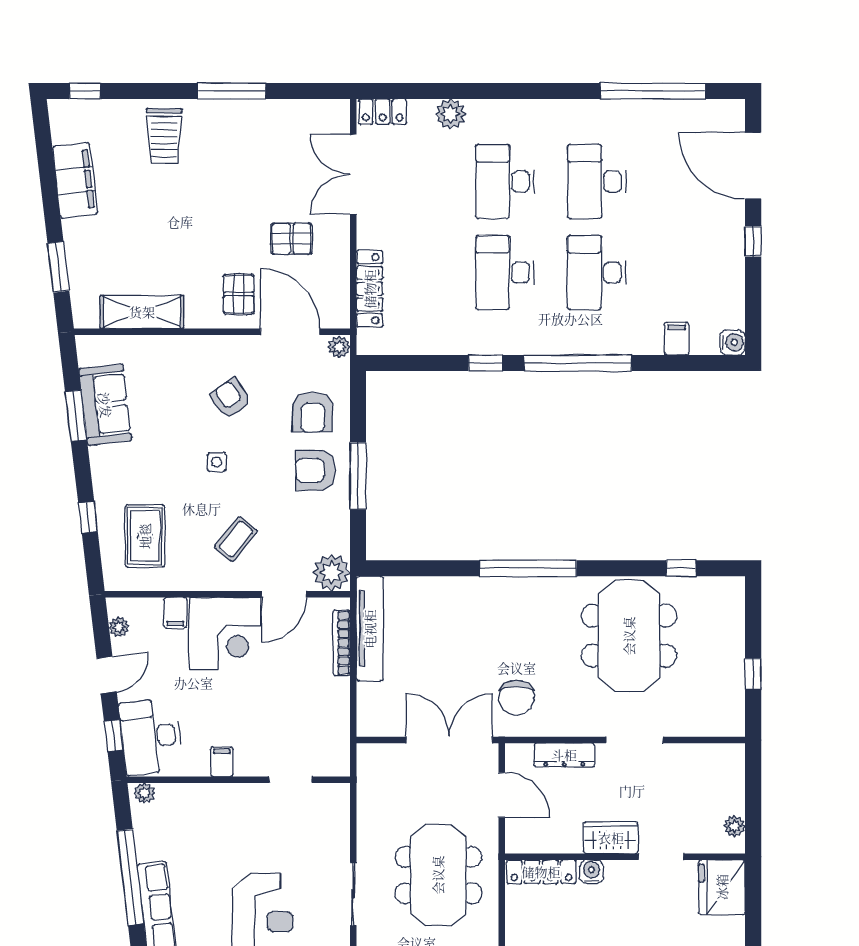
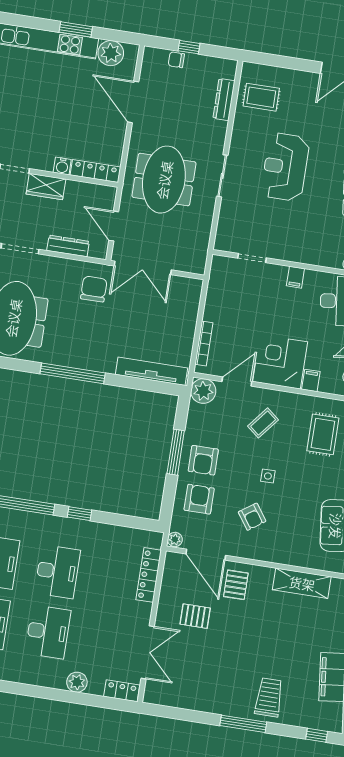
window: (231, 91) -> (243, 724), moved
armchair: (315, 470) -> (203, 460), turned 90
tv unit: (370, 629) -> (151, 371), moved, turned 90

